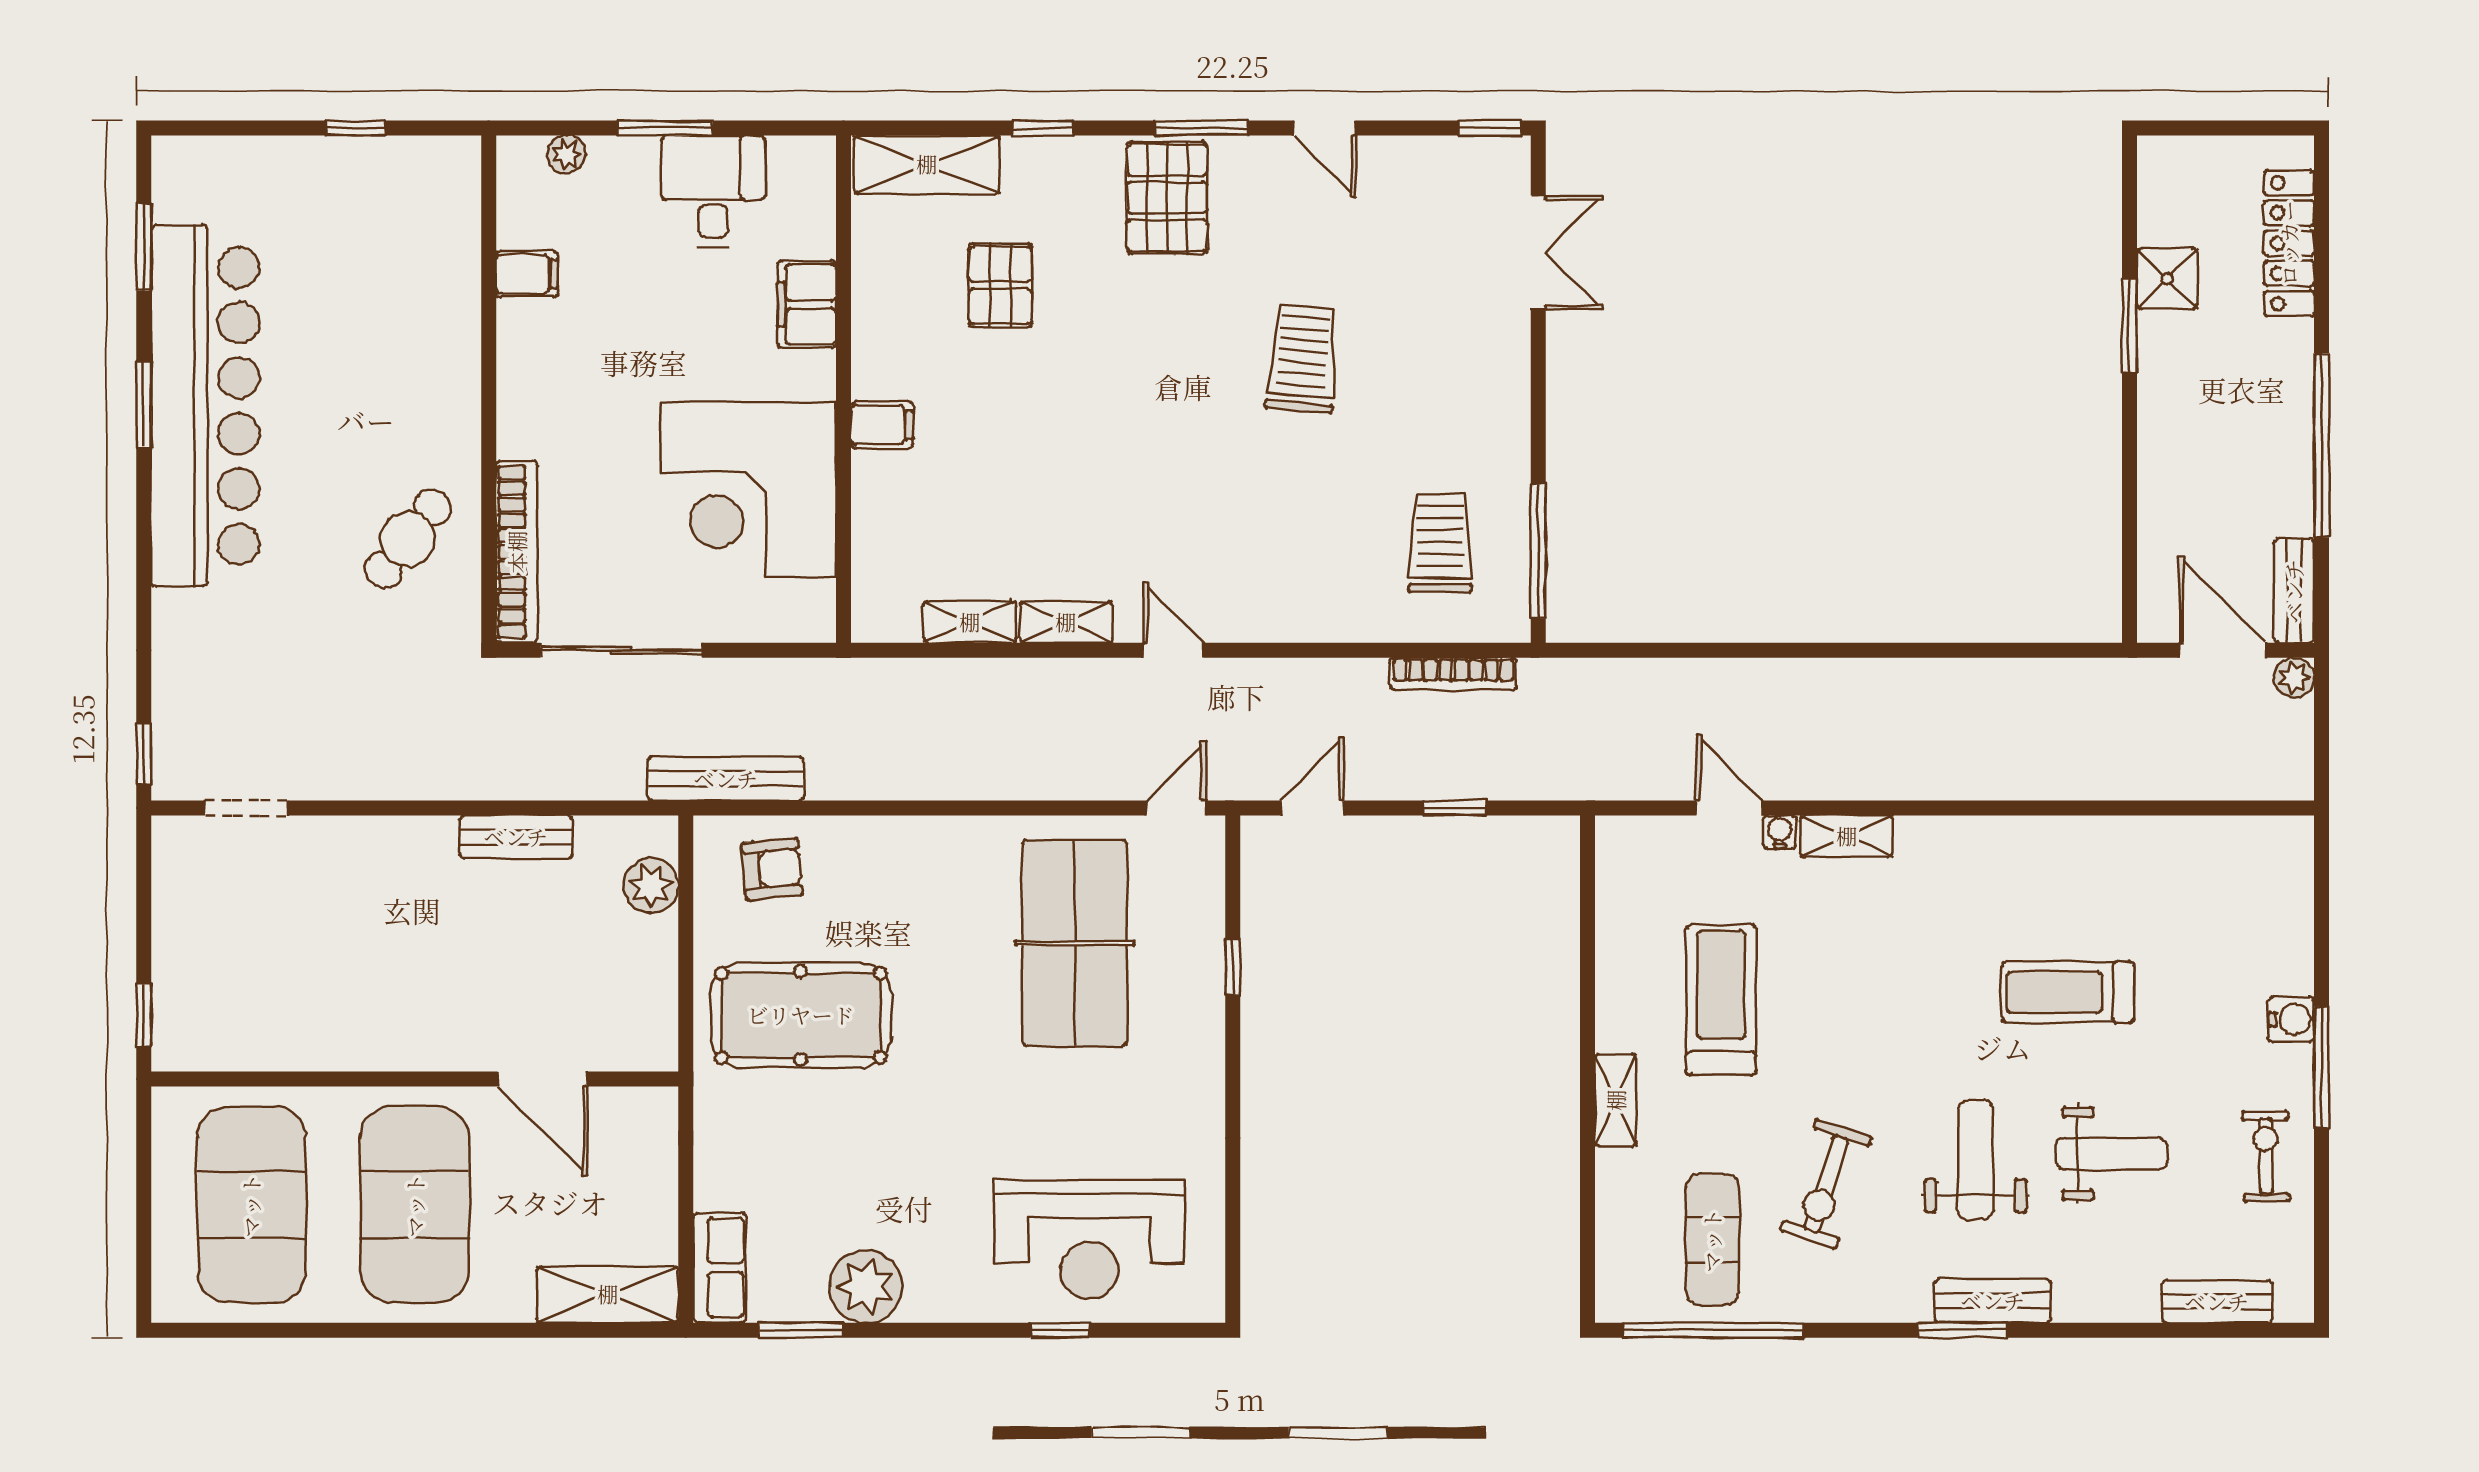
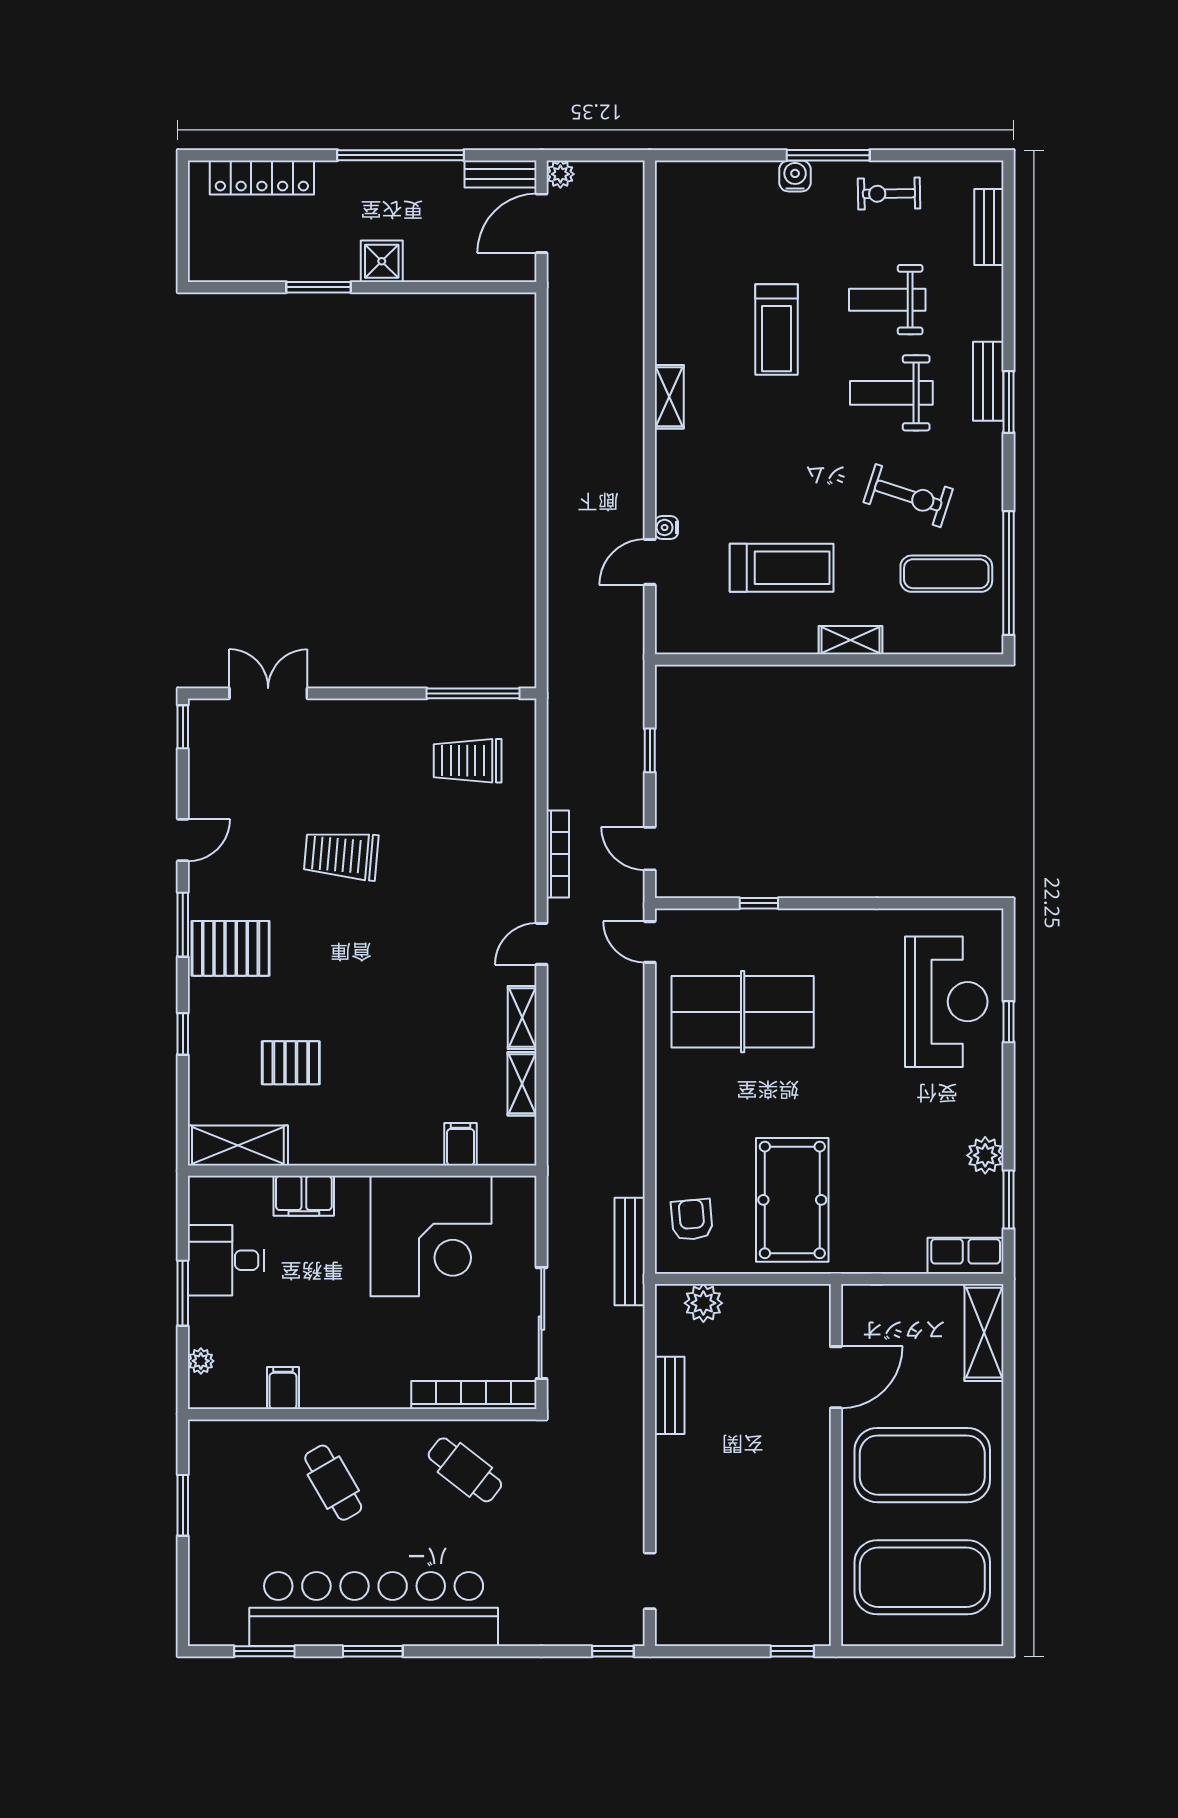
window: (356, 128) -> (183, 1505), width x1.50
shelving: (927, 164) -> (238, 1146), moved, turned 90
shower: (2167, 278) -> (382, 261), moved
cafe table: (389, 347) -> (333, 1483), added
filing cabinet: (882, 425) -> (461, 1144), moved
bookcase: (1453, 674) -> (558, 854), moved
shelving: (1847, 836) -> (669, 397), moved
treadmill: (1721, 1000) -> (782, 568), turned 180
weight bench: (2111, 1154) -> (887, 300), turned -90
plant: (866, 1286) -> (985, 1155), width x0.73, depth x0.73

